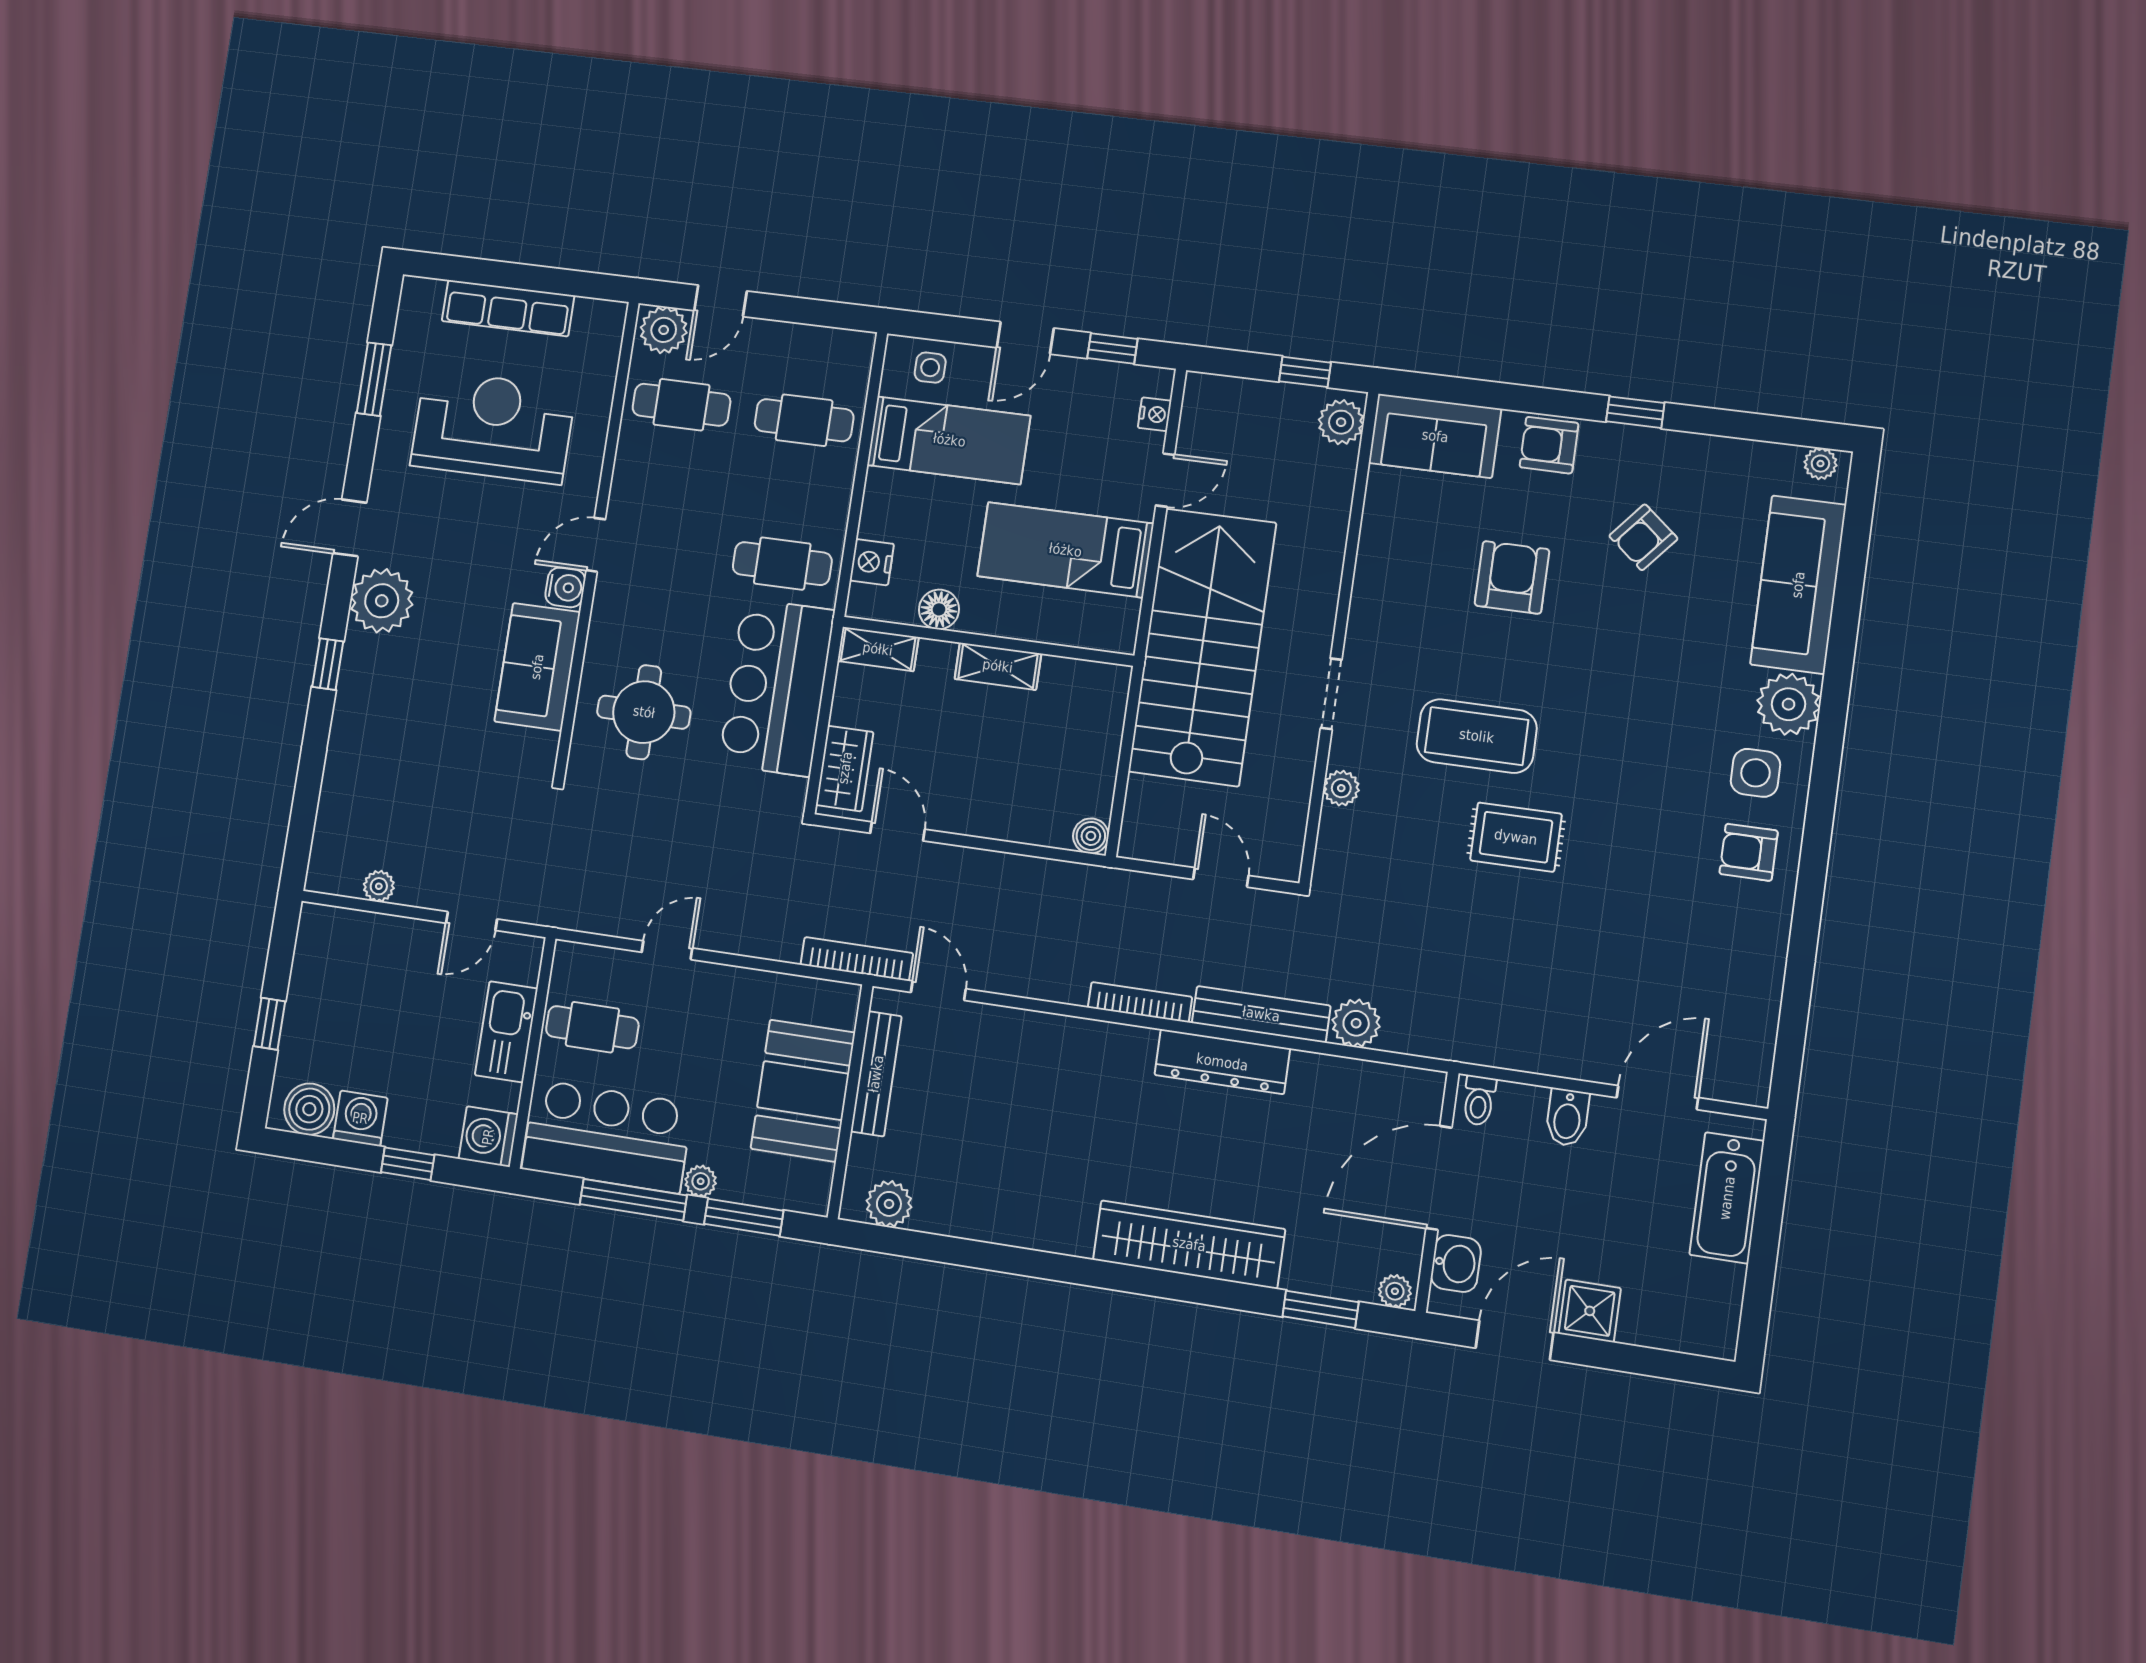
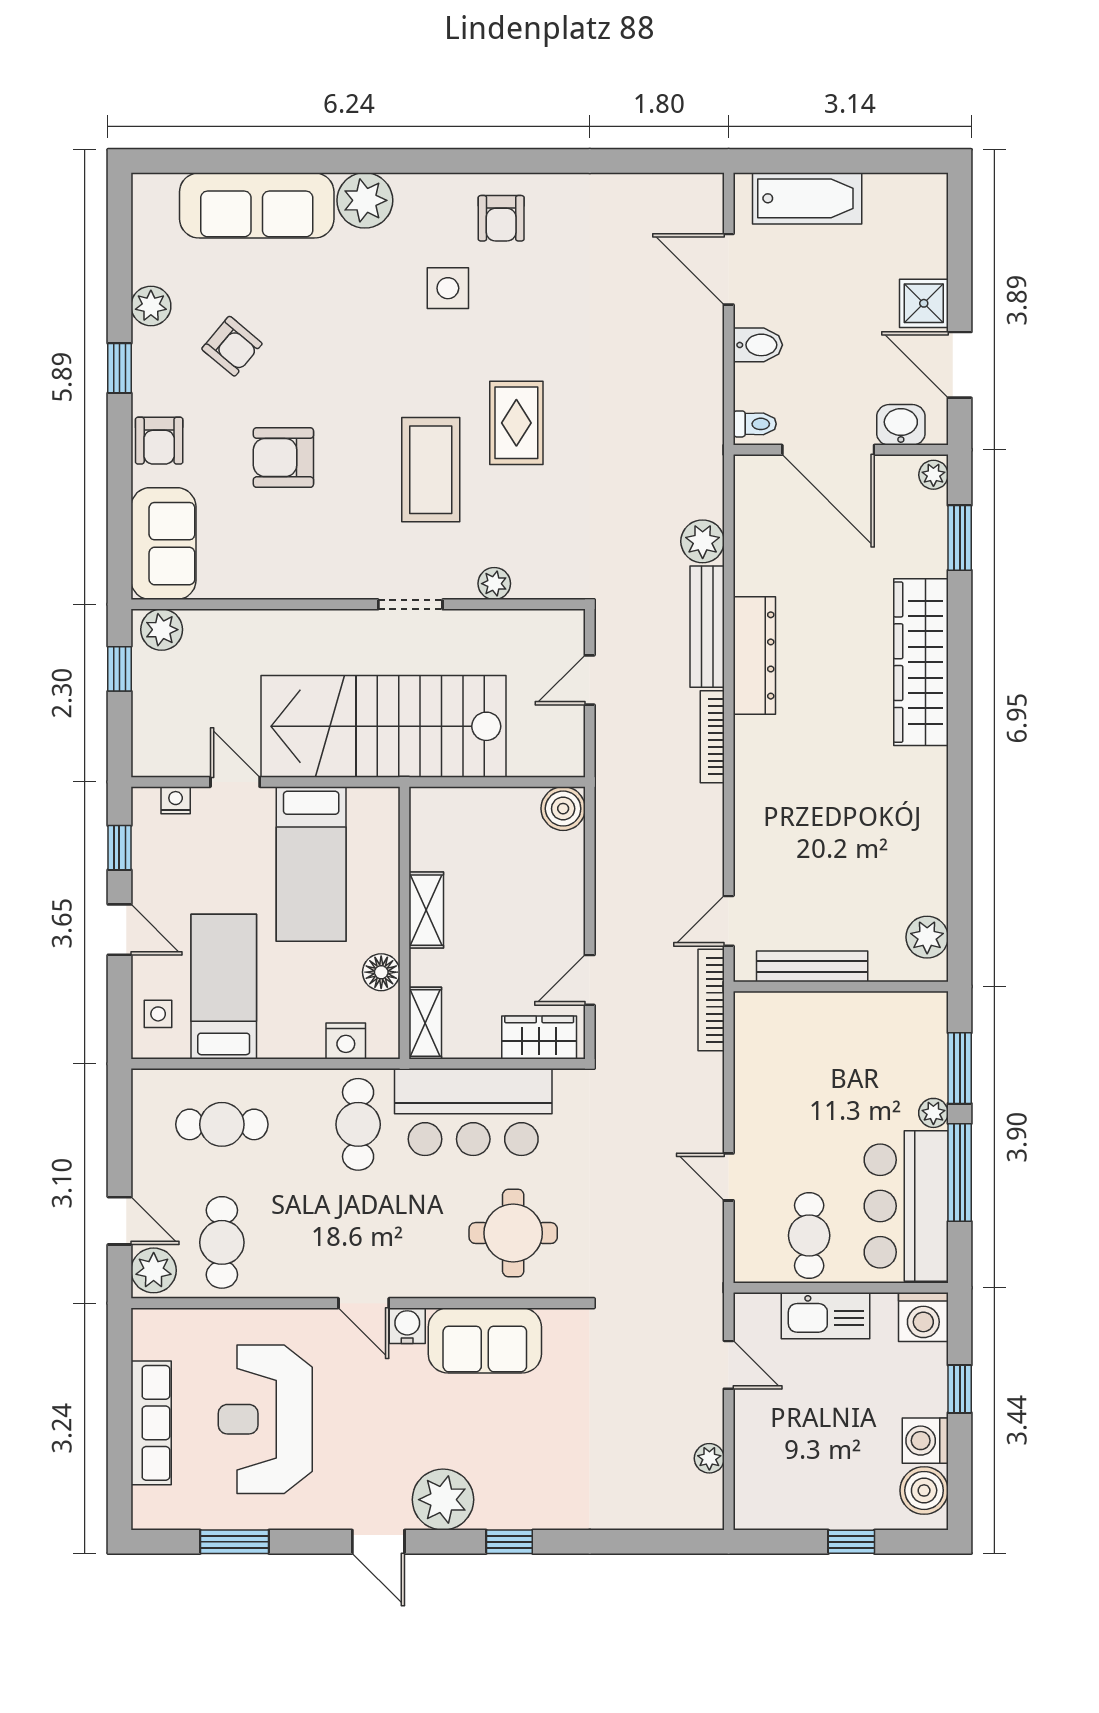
cafe table: (804, 420) -> (222, 1124), turned 90
plant: (1820, 464) -> (151, 306), moved, width x1.38, depth x1.38
side table: (1755, 773) -> (448, 288), moved
boiler: (1091, 836) -> (563, 809), width x1.36, depth x1.36
booth: (803, 1091) -> (837, 1031), removed

